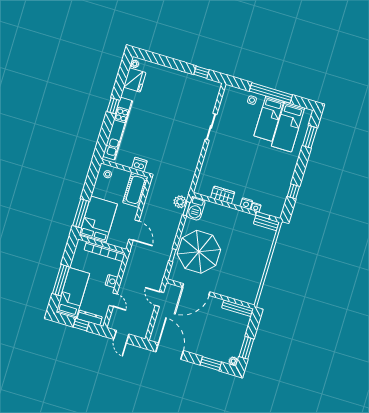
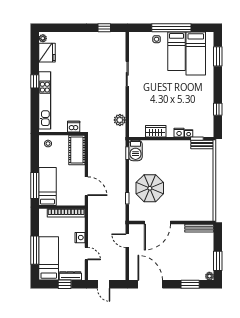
plant: (180, 202) -> (120, 120), moved
bed: (98, 220) -> (47, 186), width x0.67
parasol: (199, 252) -> (150, 188), width x0.73, depth x0.73

